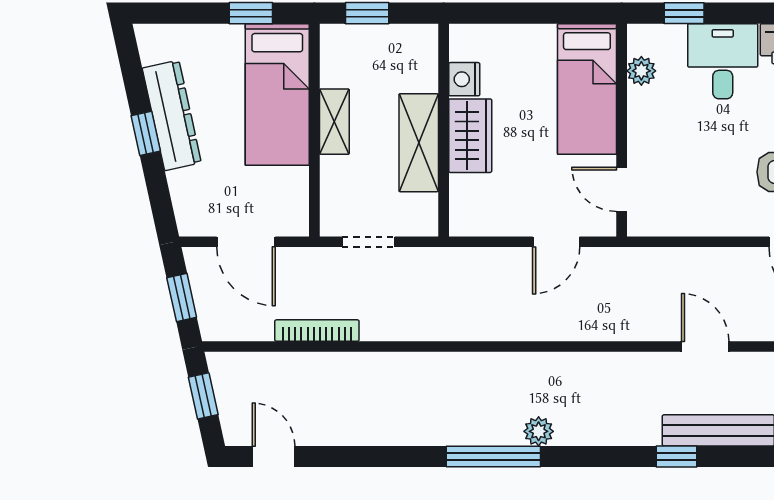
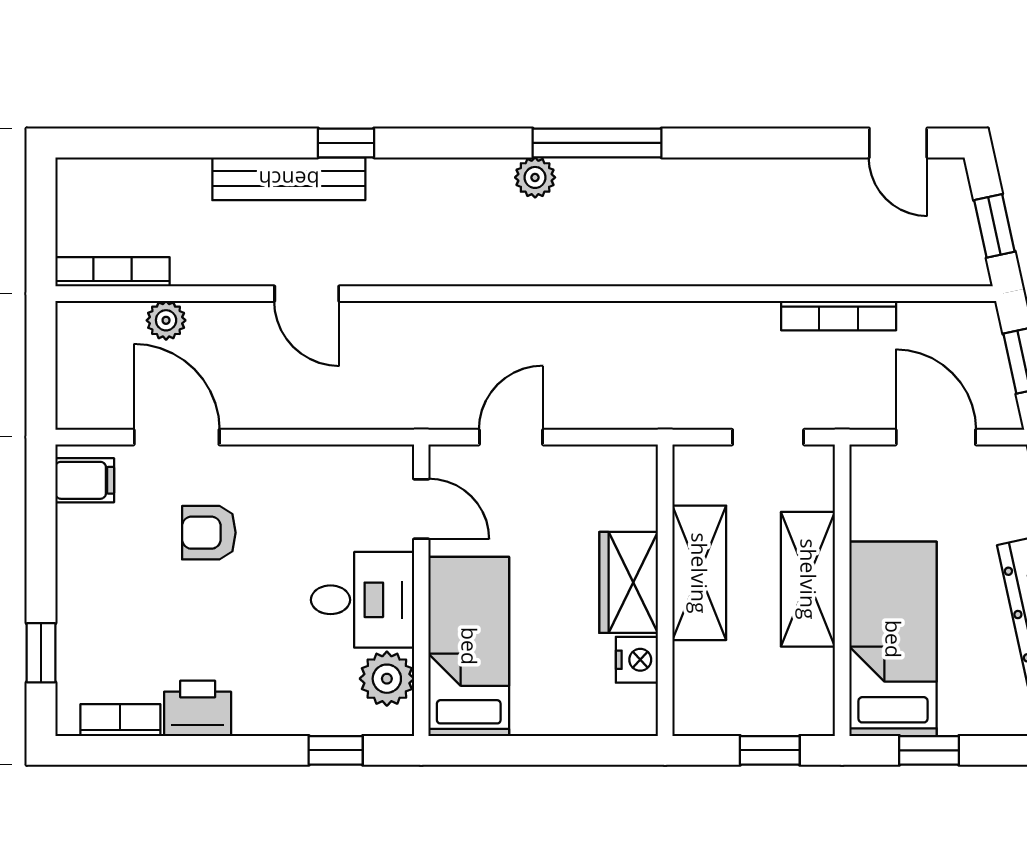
desk: (723, 61) -> (362, 600), moved, turned -90
plant: (641, 71) -> (387, 679), width x1.38, depth x1.38
shelving: (334, 122) -> (808, 579), width x1.50, depth x1.33

